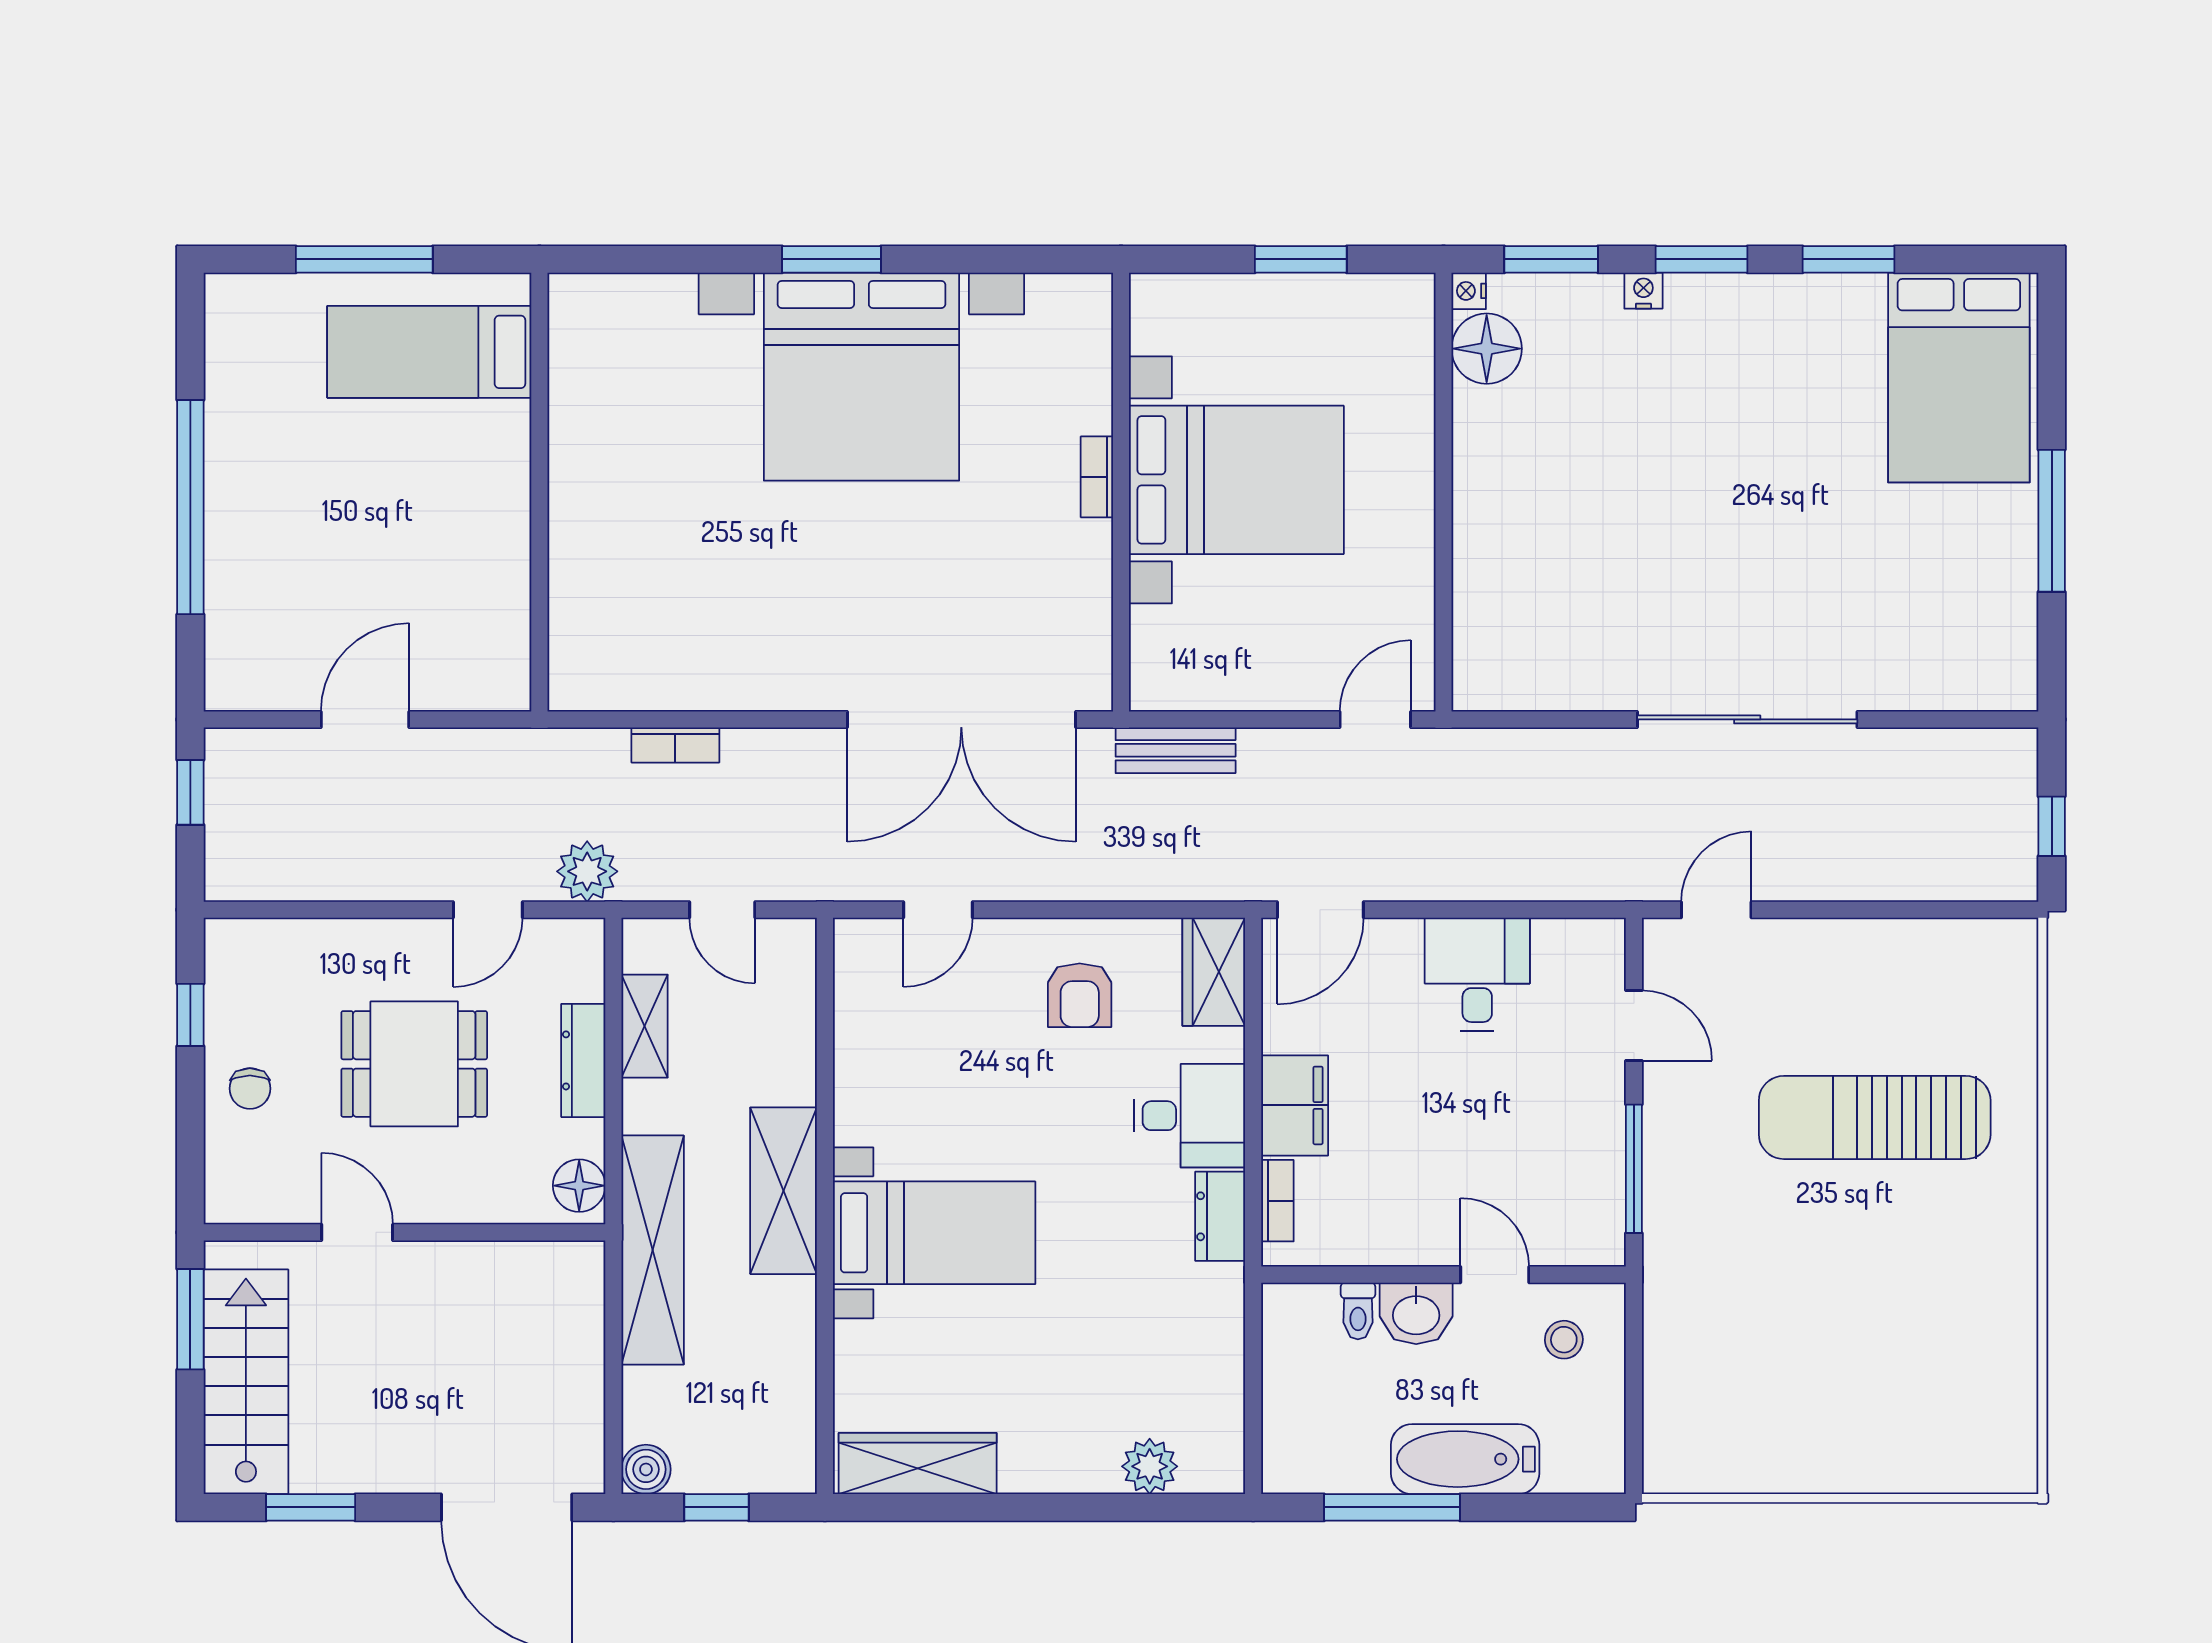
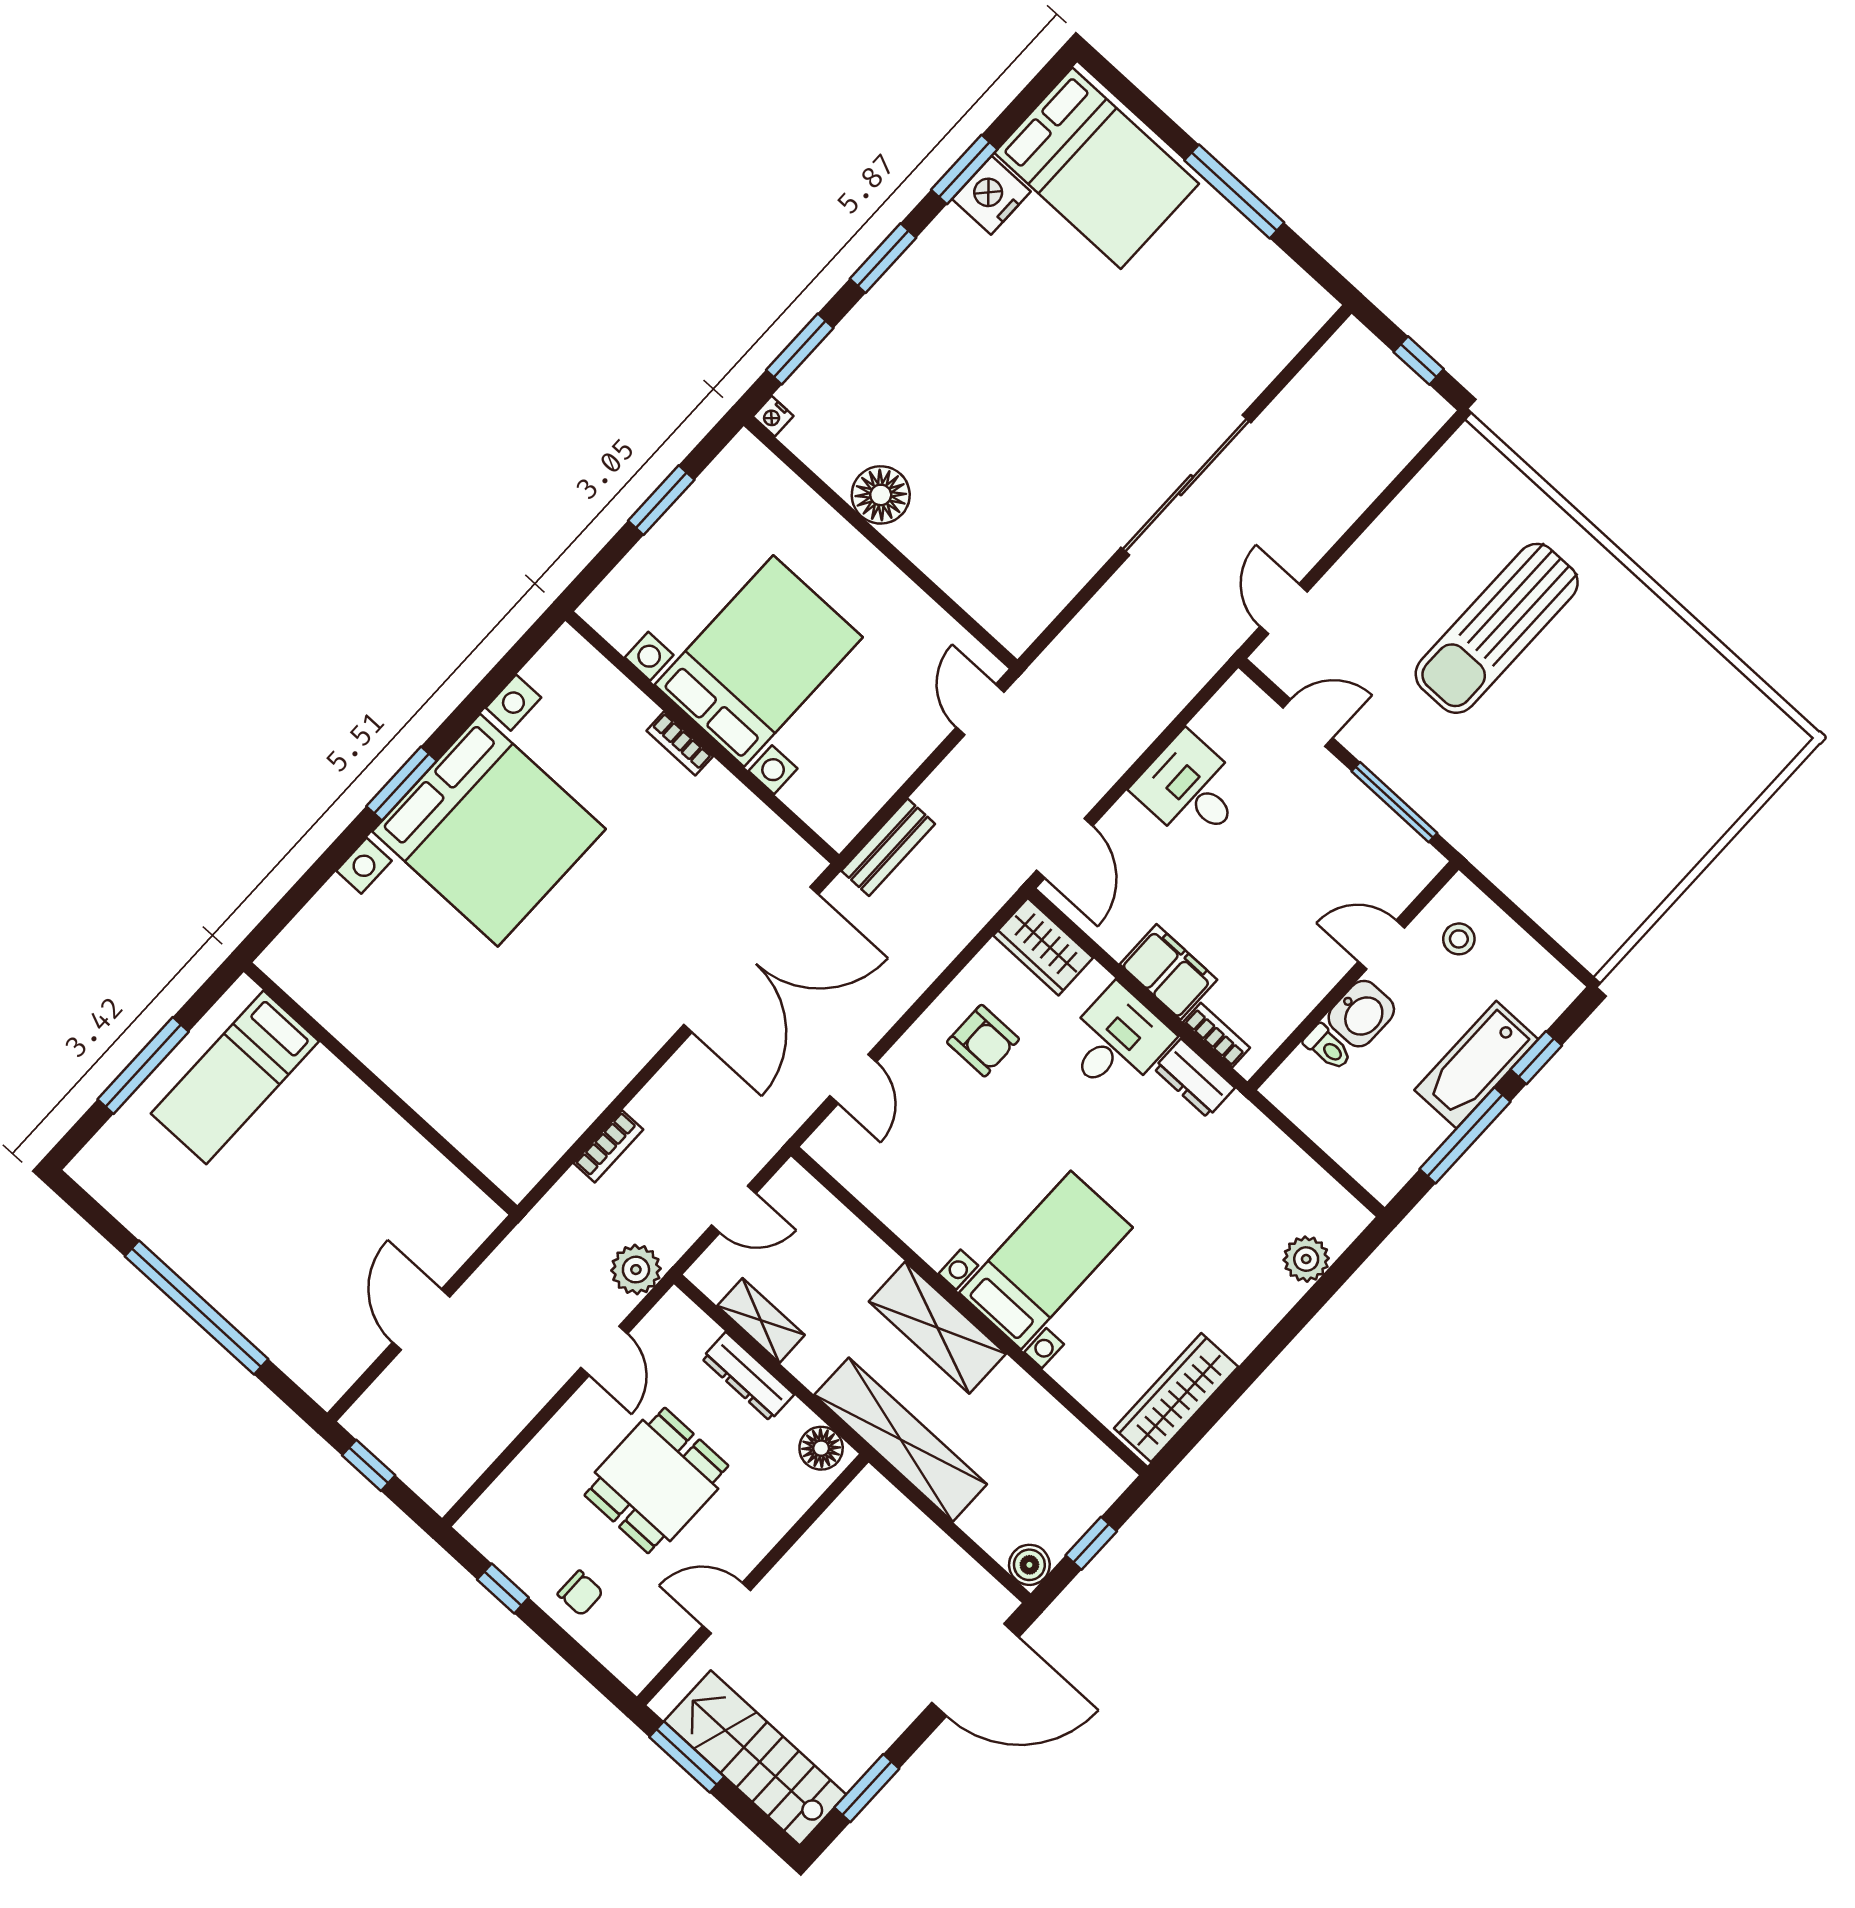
nightstand: (1643, 291) -> (991, 195), moved, width x1.89, depth x1.79
floor lamp: (1487, 349) -> (881, 495), moved
window: (1521, 1507) -> (1536, 1058), added

